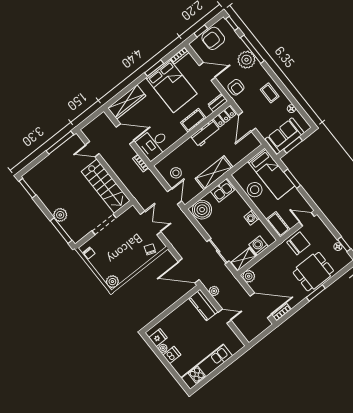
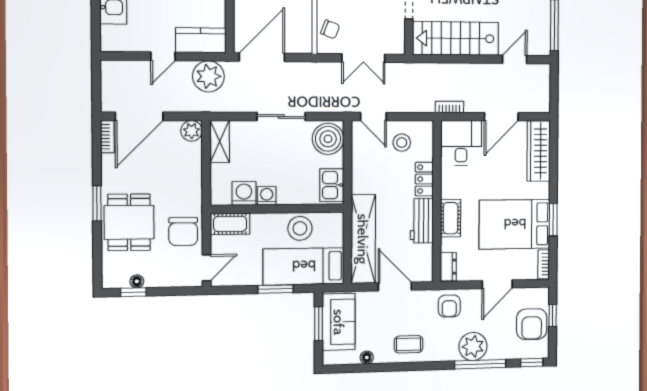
armchair: (213, 38) -> (532, 324), turned 180
armchair: (236, 87) -> (449, 306), turned -90
locker: (225, 117) -> (424, 179), moved
shelving: (214, 173) -> (363, 239), moved, width x1.47
washing machine: (259, 246) -> (244, 193), moved, turned -90
sliding door: (218, 251) -> (281, 116), moved
plant: (214, 291) -> (208, 76), width x1.88, depth x1.88

